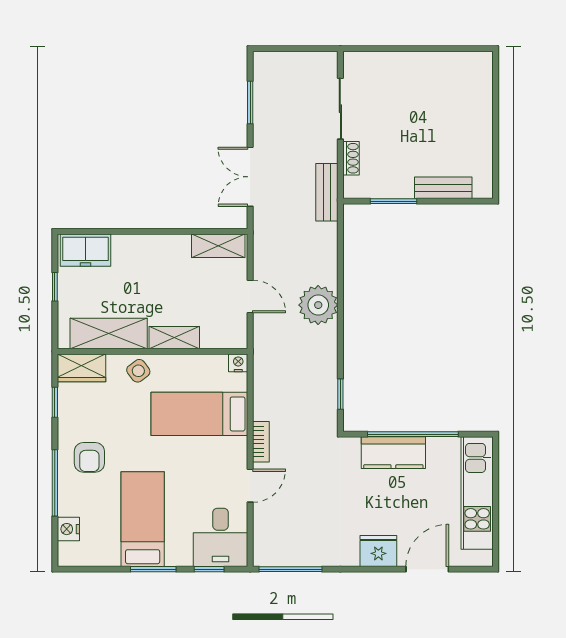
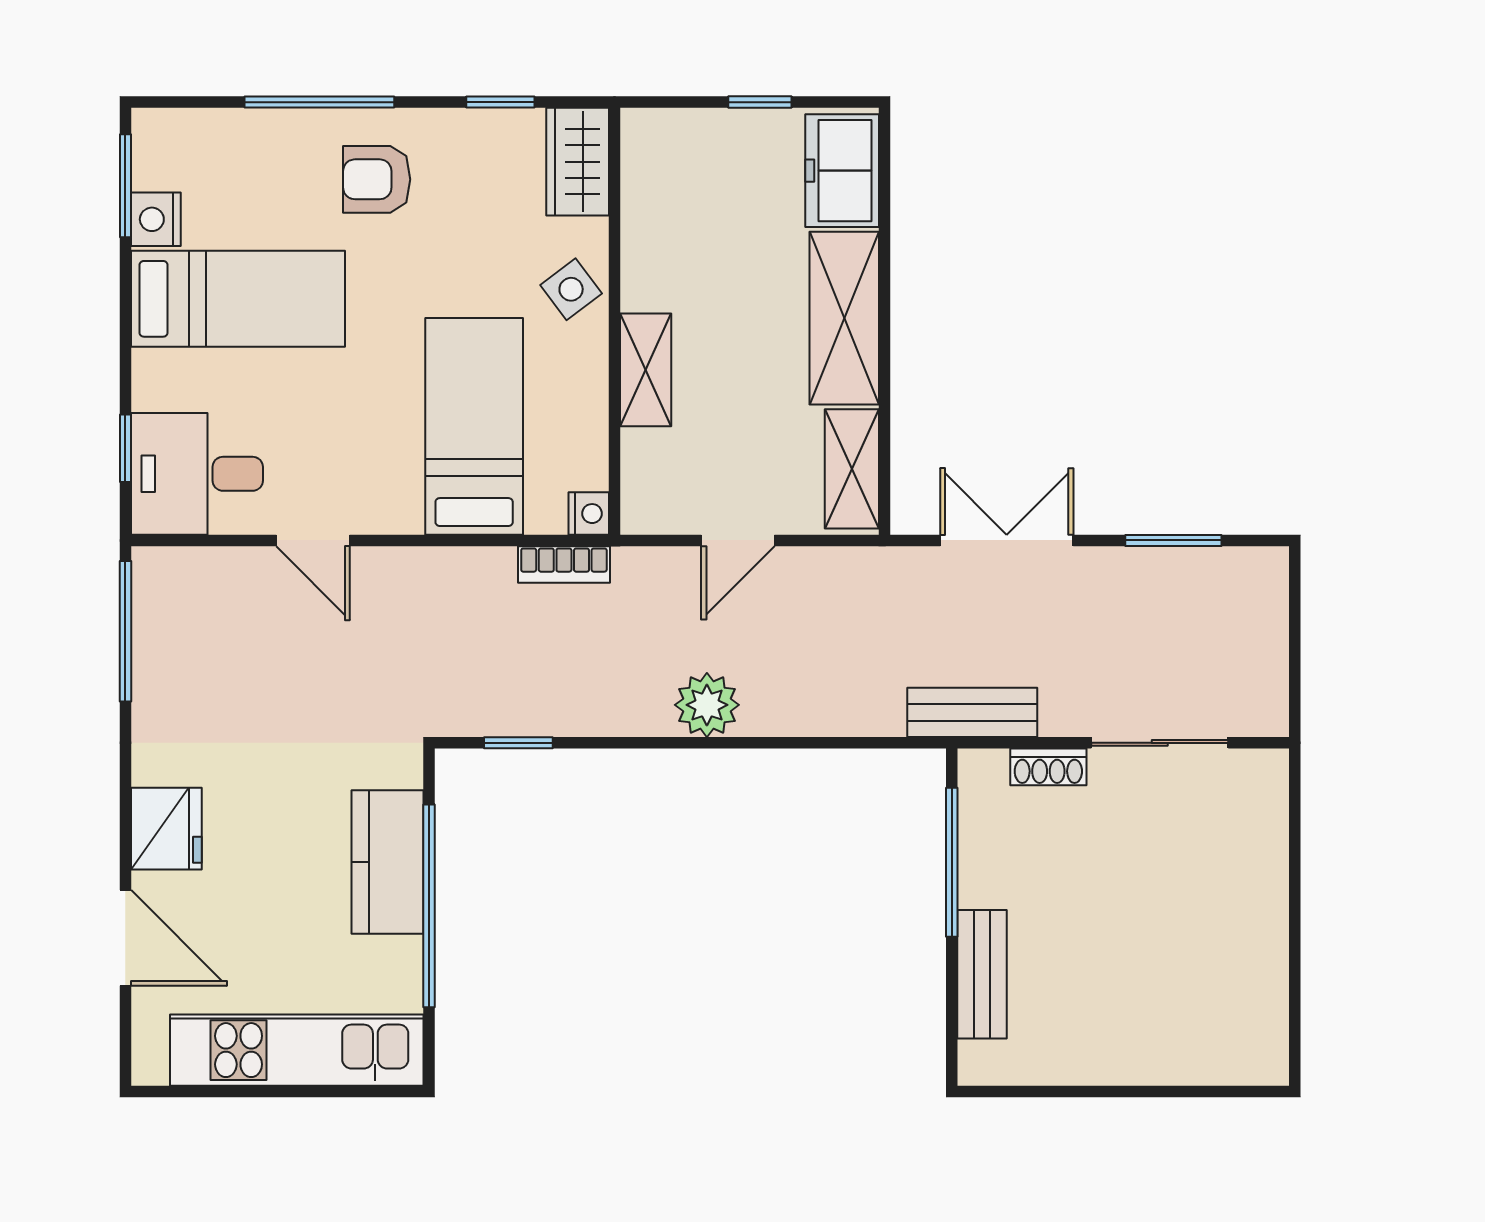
window: (393, 201) -> (952, 862), width x1.44
plant: (318, 305) -> (707, 705), width x0.73, depth x0.73
shelving: (109, 334) -> (844, 318), moved
bookcase: (261, 442) -> (564, 564), moved
nightstand: (68, 529) -> (156, 219), moved, turned -90
window: (153, 569) -> (125, 186), moved

